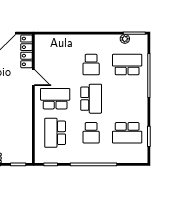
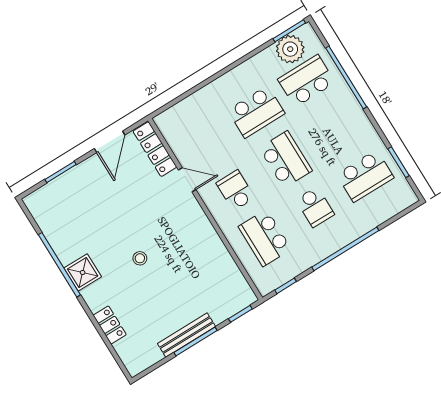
plant: (125, 39) -> (290, 49), width x1.87, depth x1.87
school desk: (91, 65) -> (256, 112), width x1.85
school desk: (55, 99) -> (235, 190), width x0.54

